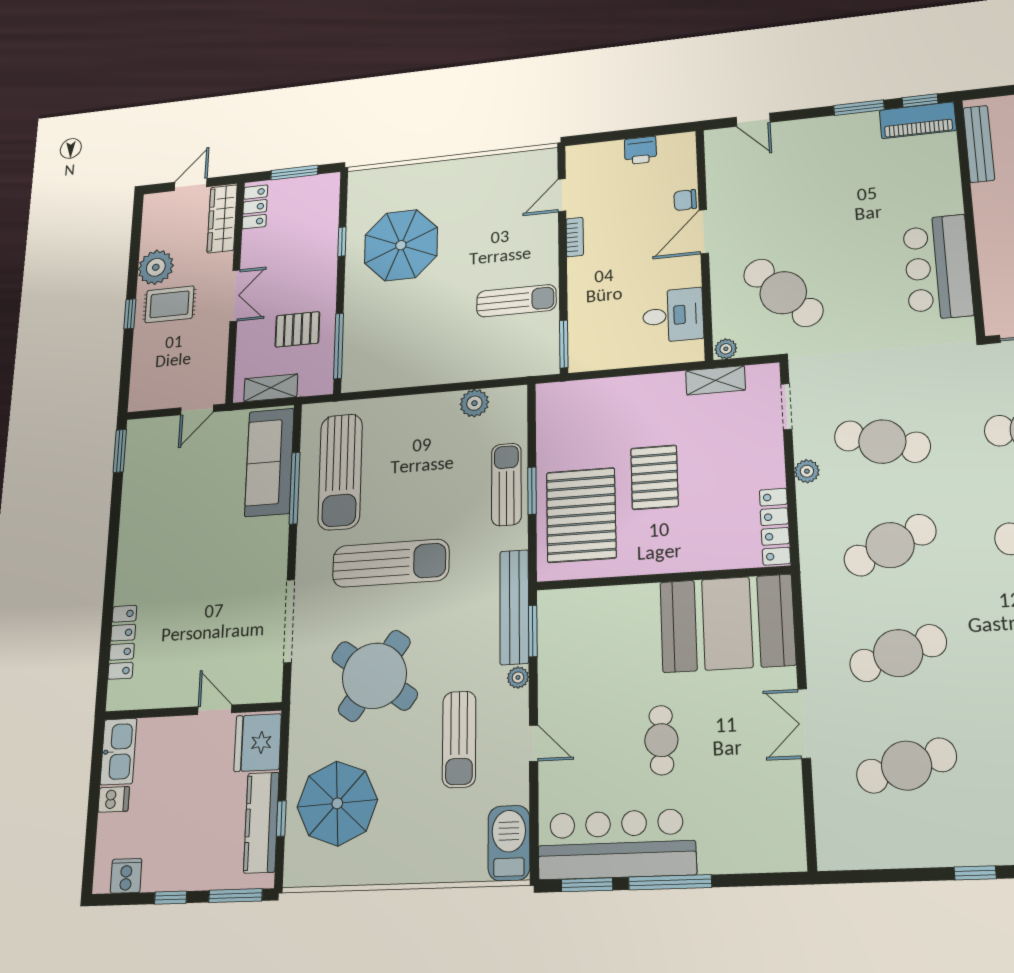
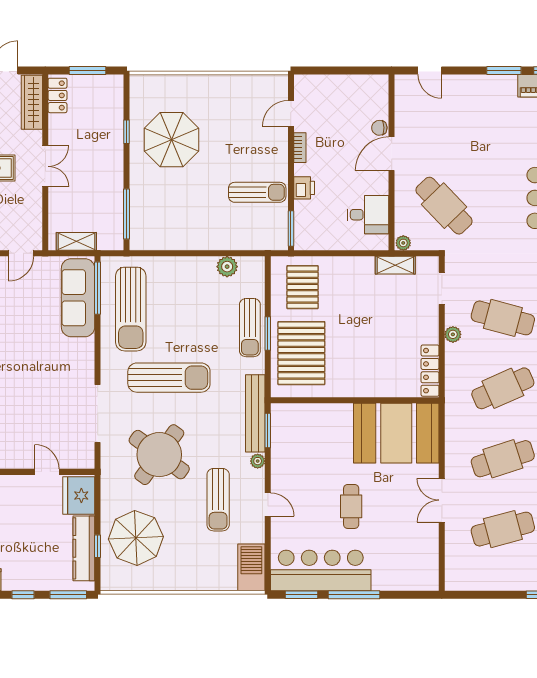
printer: (640, 150) -> (304, 188), moved, turned -90
pallet: (297, 329) -> (95, 198), removed
pallet: (654, 477) -> (303, 287), moved
sun lounger: (506, 484) -> (250, 328), turned 180
window: (294, 488) -> (98, 288), moved

